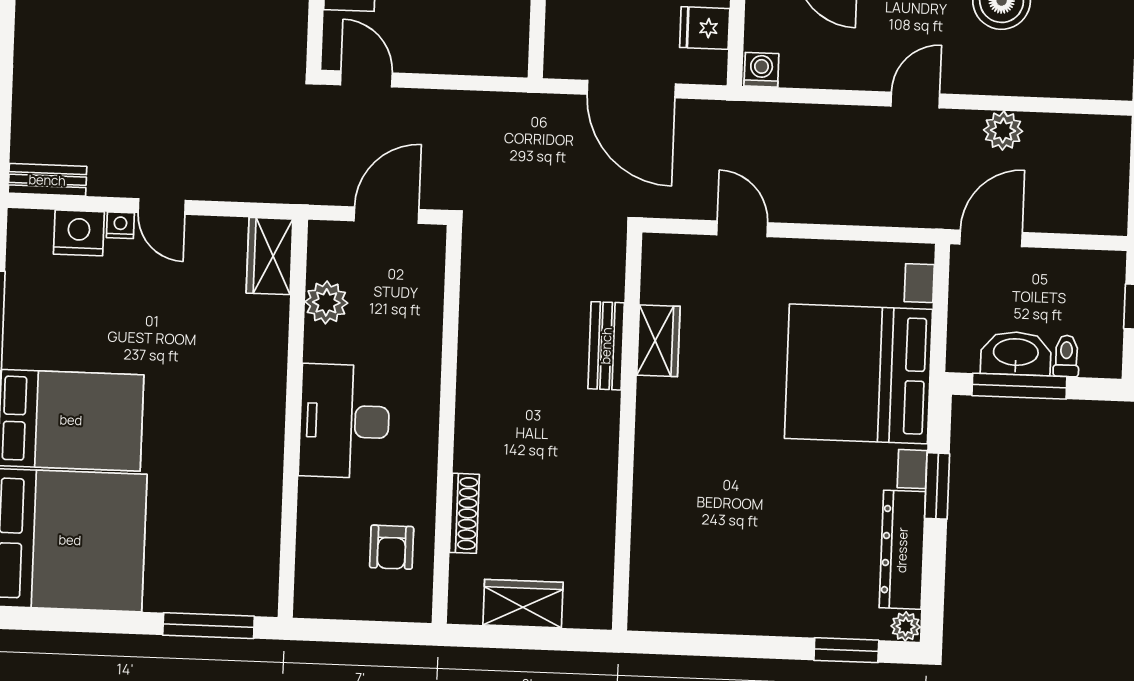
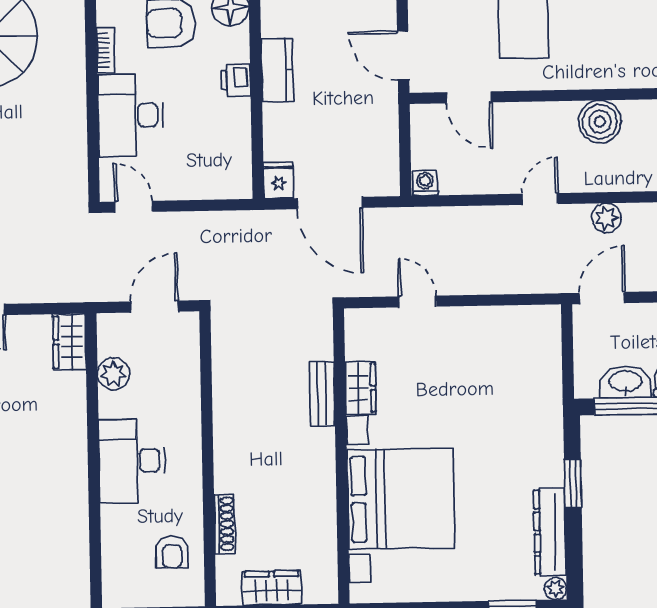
fridge: (705, 28) -> (279, 180), moved, turned 90
bed with nightstands: (858, 374) -> (401, 498), moved, turned 180

